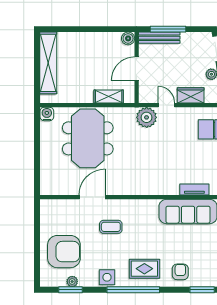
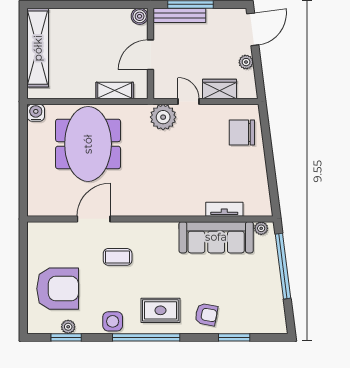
armchair: (180, 272) -> (206, 314), turned 101

